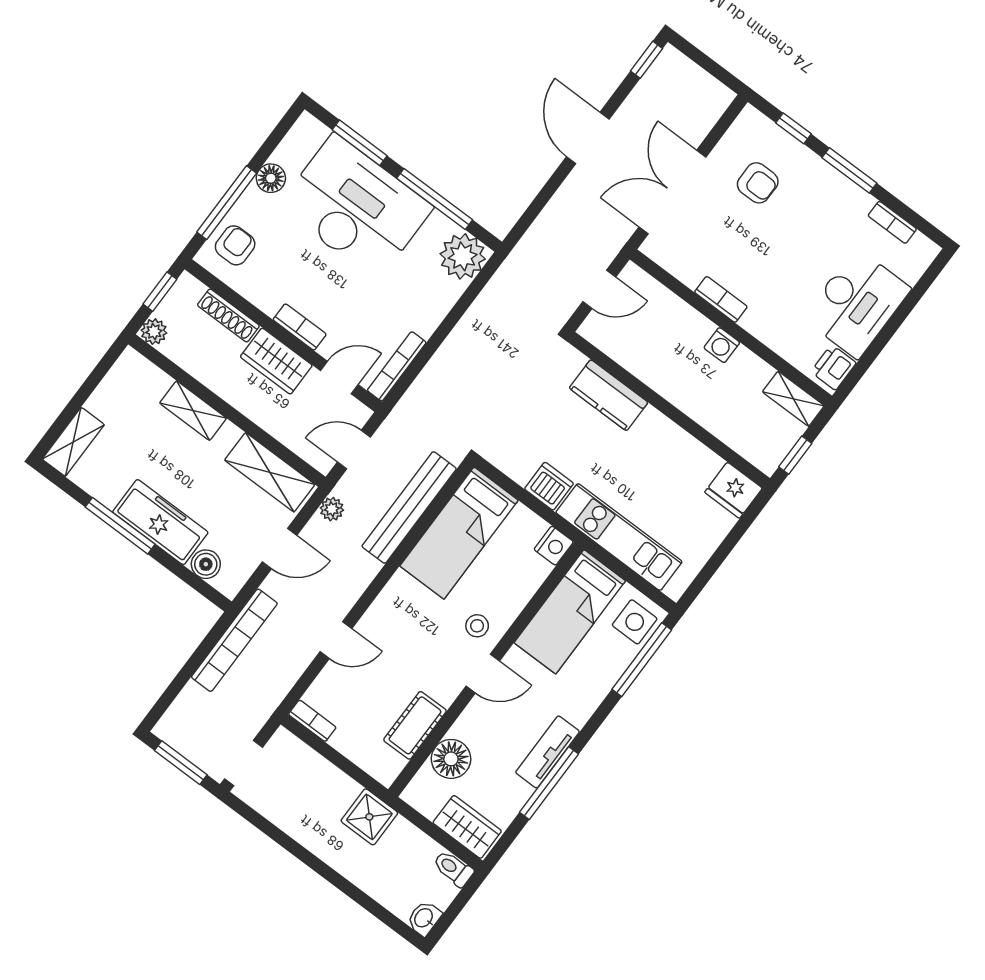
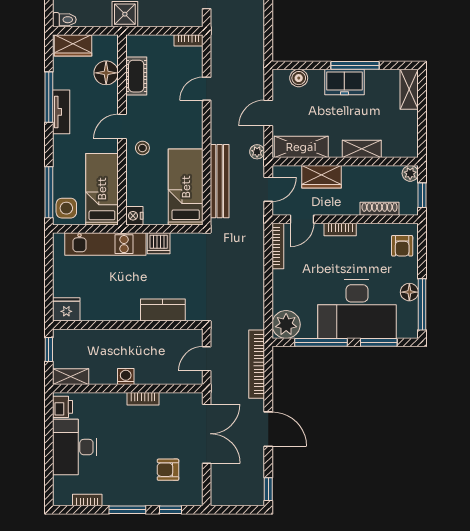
window: (227, 203) -> (422, 304), moved
wardrobe: (276, 361) -> (321, 177), moved, turned 180
freezer: (160, 522) -> (344, 82), width x0.71
bookcase: (234, 640) -> (257, 364), moved

